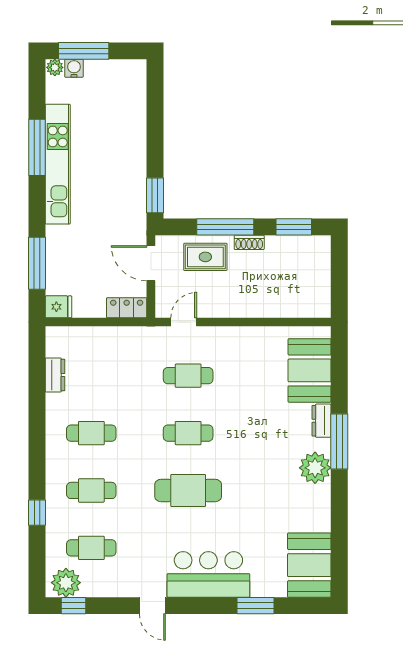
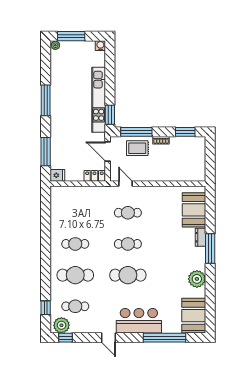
water cooler: (74, 68) -> (100, 46), moved
window: (37, 147) -> (46, 100), moved
kitchen unit: (58, 164) -> (99, 100), moved, turned 180
window: (225, 227) -> (136, 132), moved
door: (184, 322) -> (126, 184), hinge flipped
dresser: (55, 375) -> (56, 212), removed
plant: (315, 468) -> (197, 279), moved
cafe table: (91, 490) -> (75, 275), width x1.37, depth x1.35
window: (37, 513) -> (46, 308), moved
window: (256, 606) -> (165, 338), width x2.11

